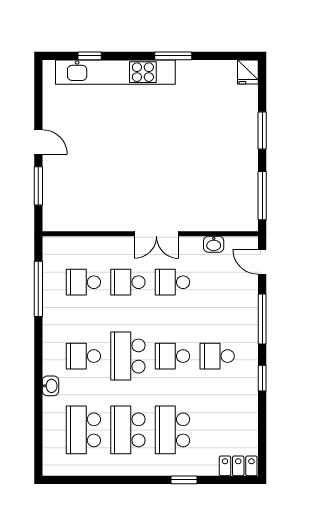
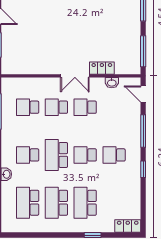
locker: (198, 222) -> (102, 68), added

